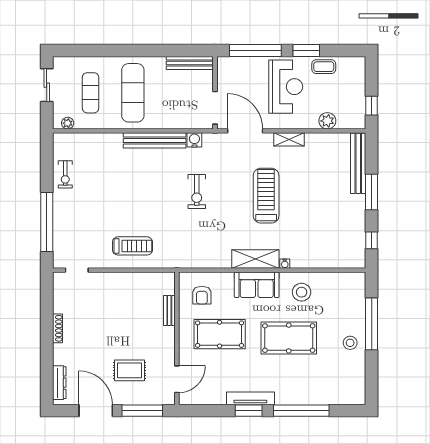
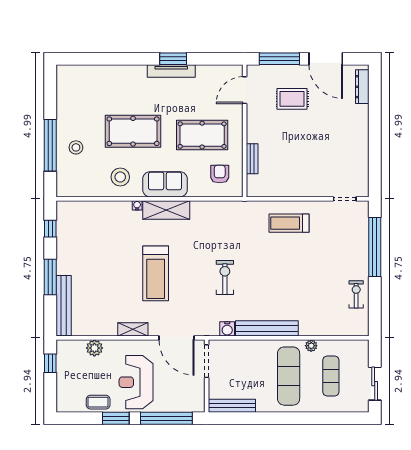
plant: (68, 123) -> (311, 346), moved
shoe rack: (57, 328) -> (364, 141), removed
stool: (350, 343) -> (76, 147), moved
window: (301, 411) -> (120, 59), removed

